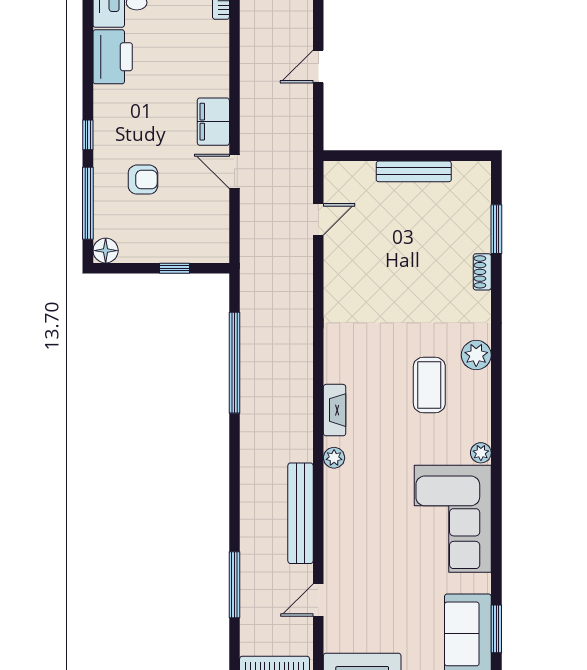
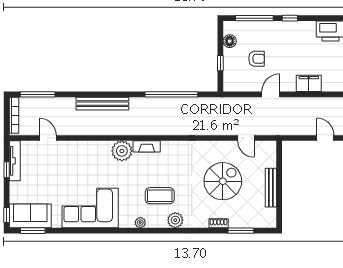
filing cabinet: (213, 122) -> (309, 83), moved
armchair: (143, 180) -> (257, 59), moved, turned -90
floor lamp: (106, 251) -> (230, 41), moved
spiral stairs: (401, 264) -> (223, 181), added
plant: (481, 453) -> (140, 223), moved
plant: (334, 458) -> (122, 151), width x1.87, depth x1.87
bench: (300, 513) -> (102, 104), moved
window: (234, 585) -> (38, 94), moved

